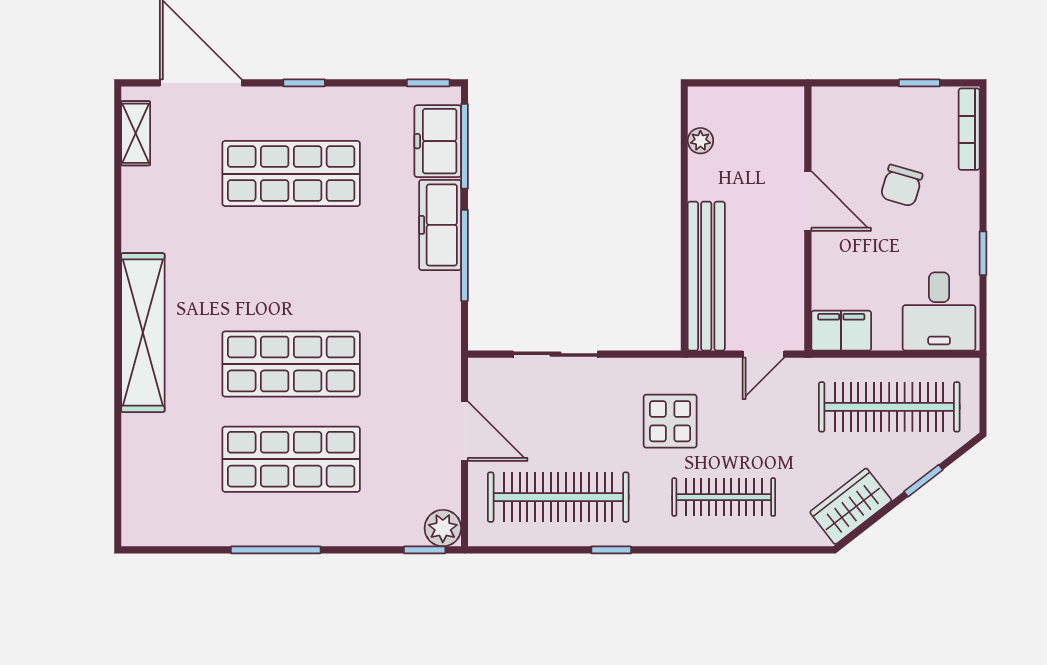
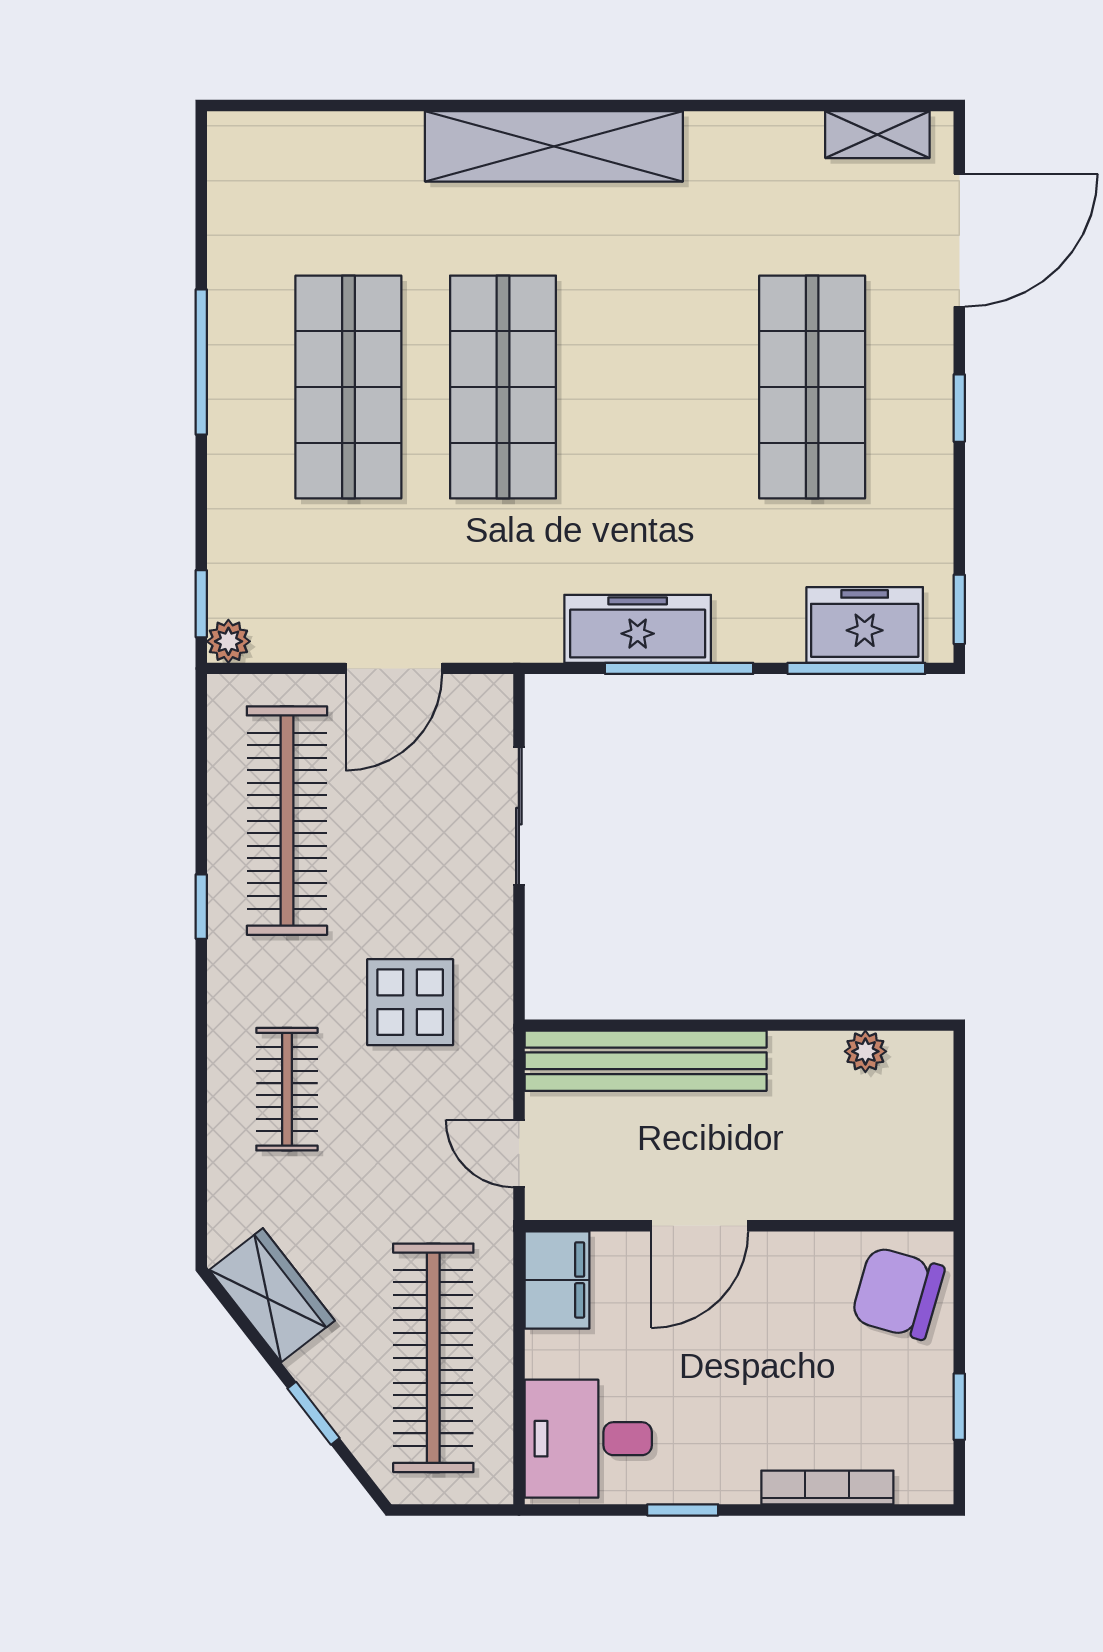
bookcase: (969, 129) -> (827, 1487), moved
chair: (901, 186) -> (898, 1293), moved, width x1.37, depth x1.37
door: (808, 201) -> (700, 1226), moved
freezer: (440, 225) -> (638, 629), moved
clothes rail: (724, 497) -> (287, 1089), width x0.73
plant: (443, 528) -> (228, 641), width x0.73, depth x0.73

